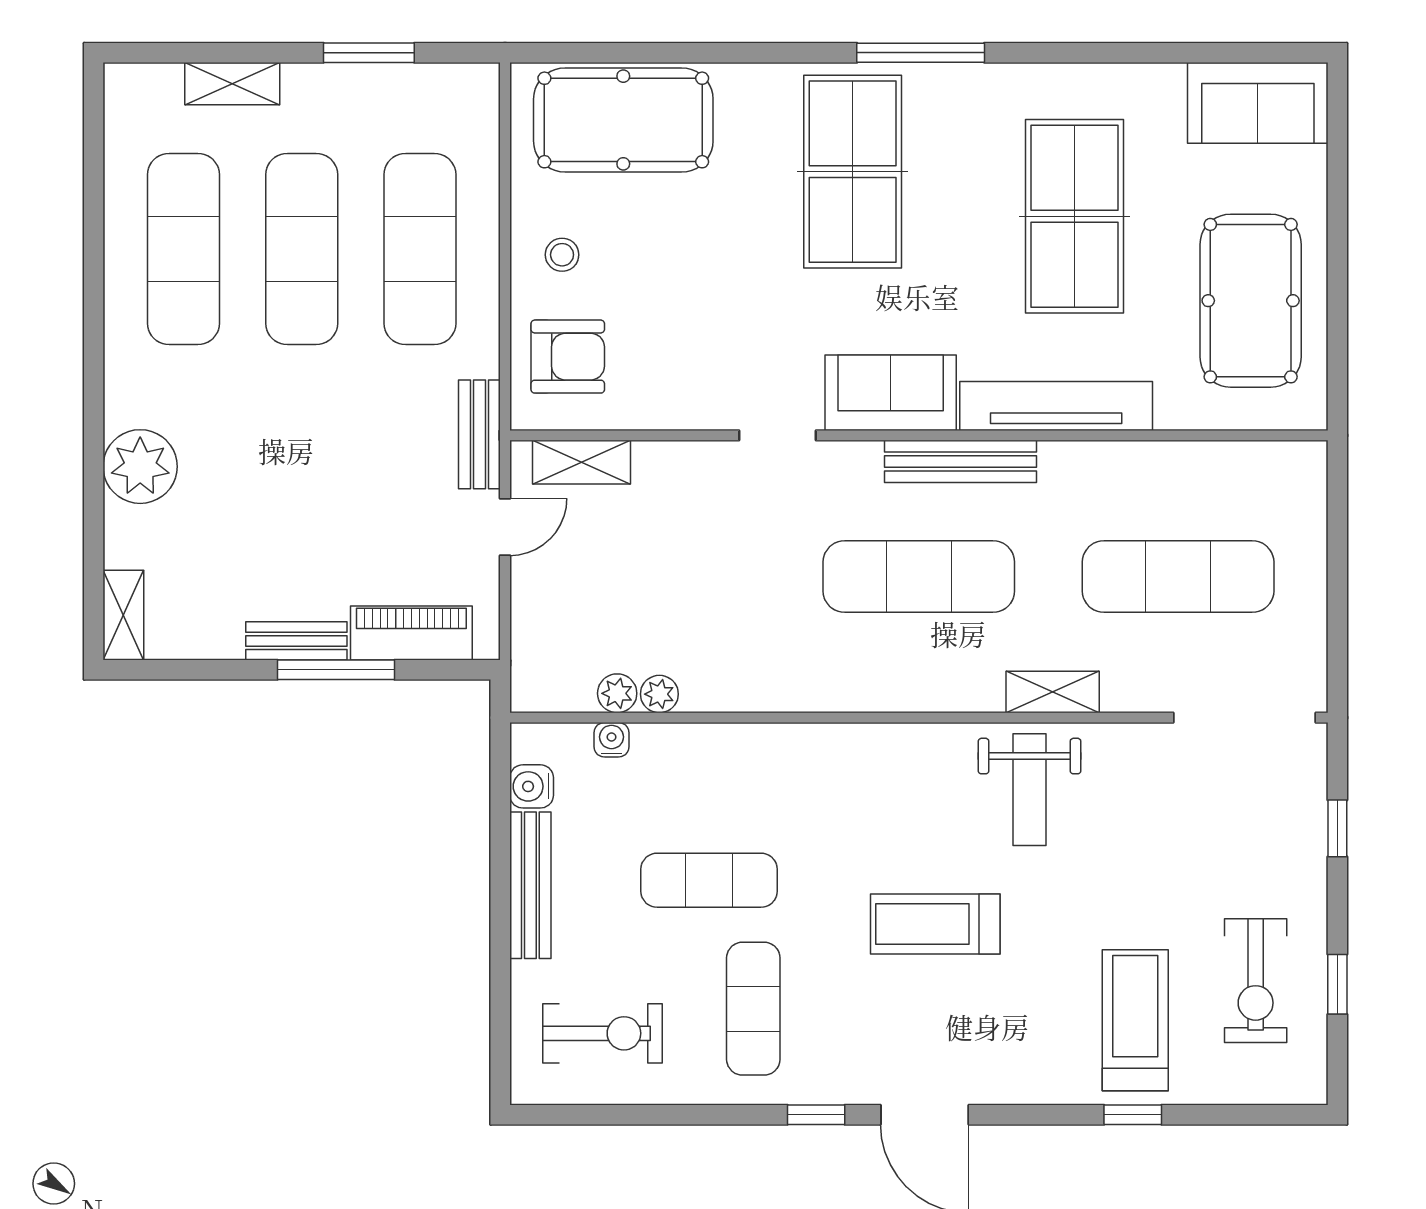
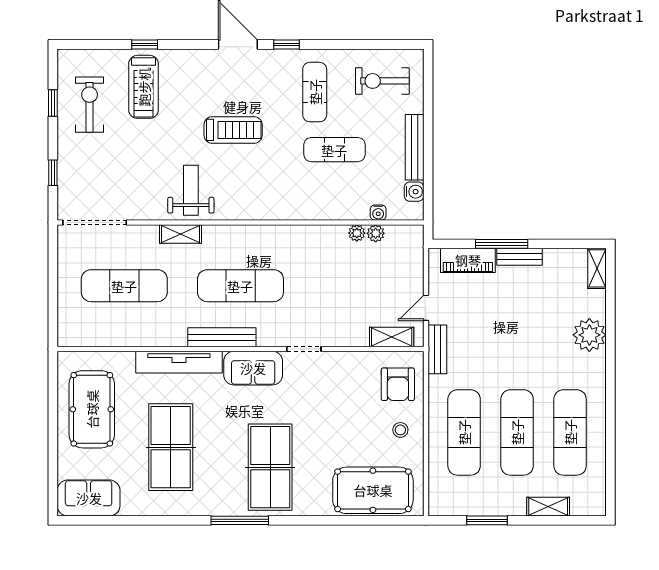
armchair: (568, 357) -> (398, 384), turned -90

